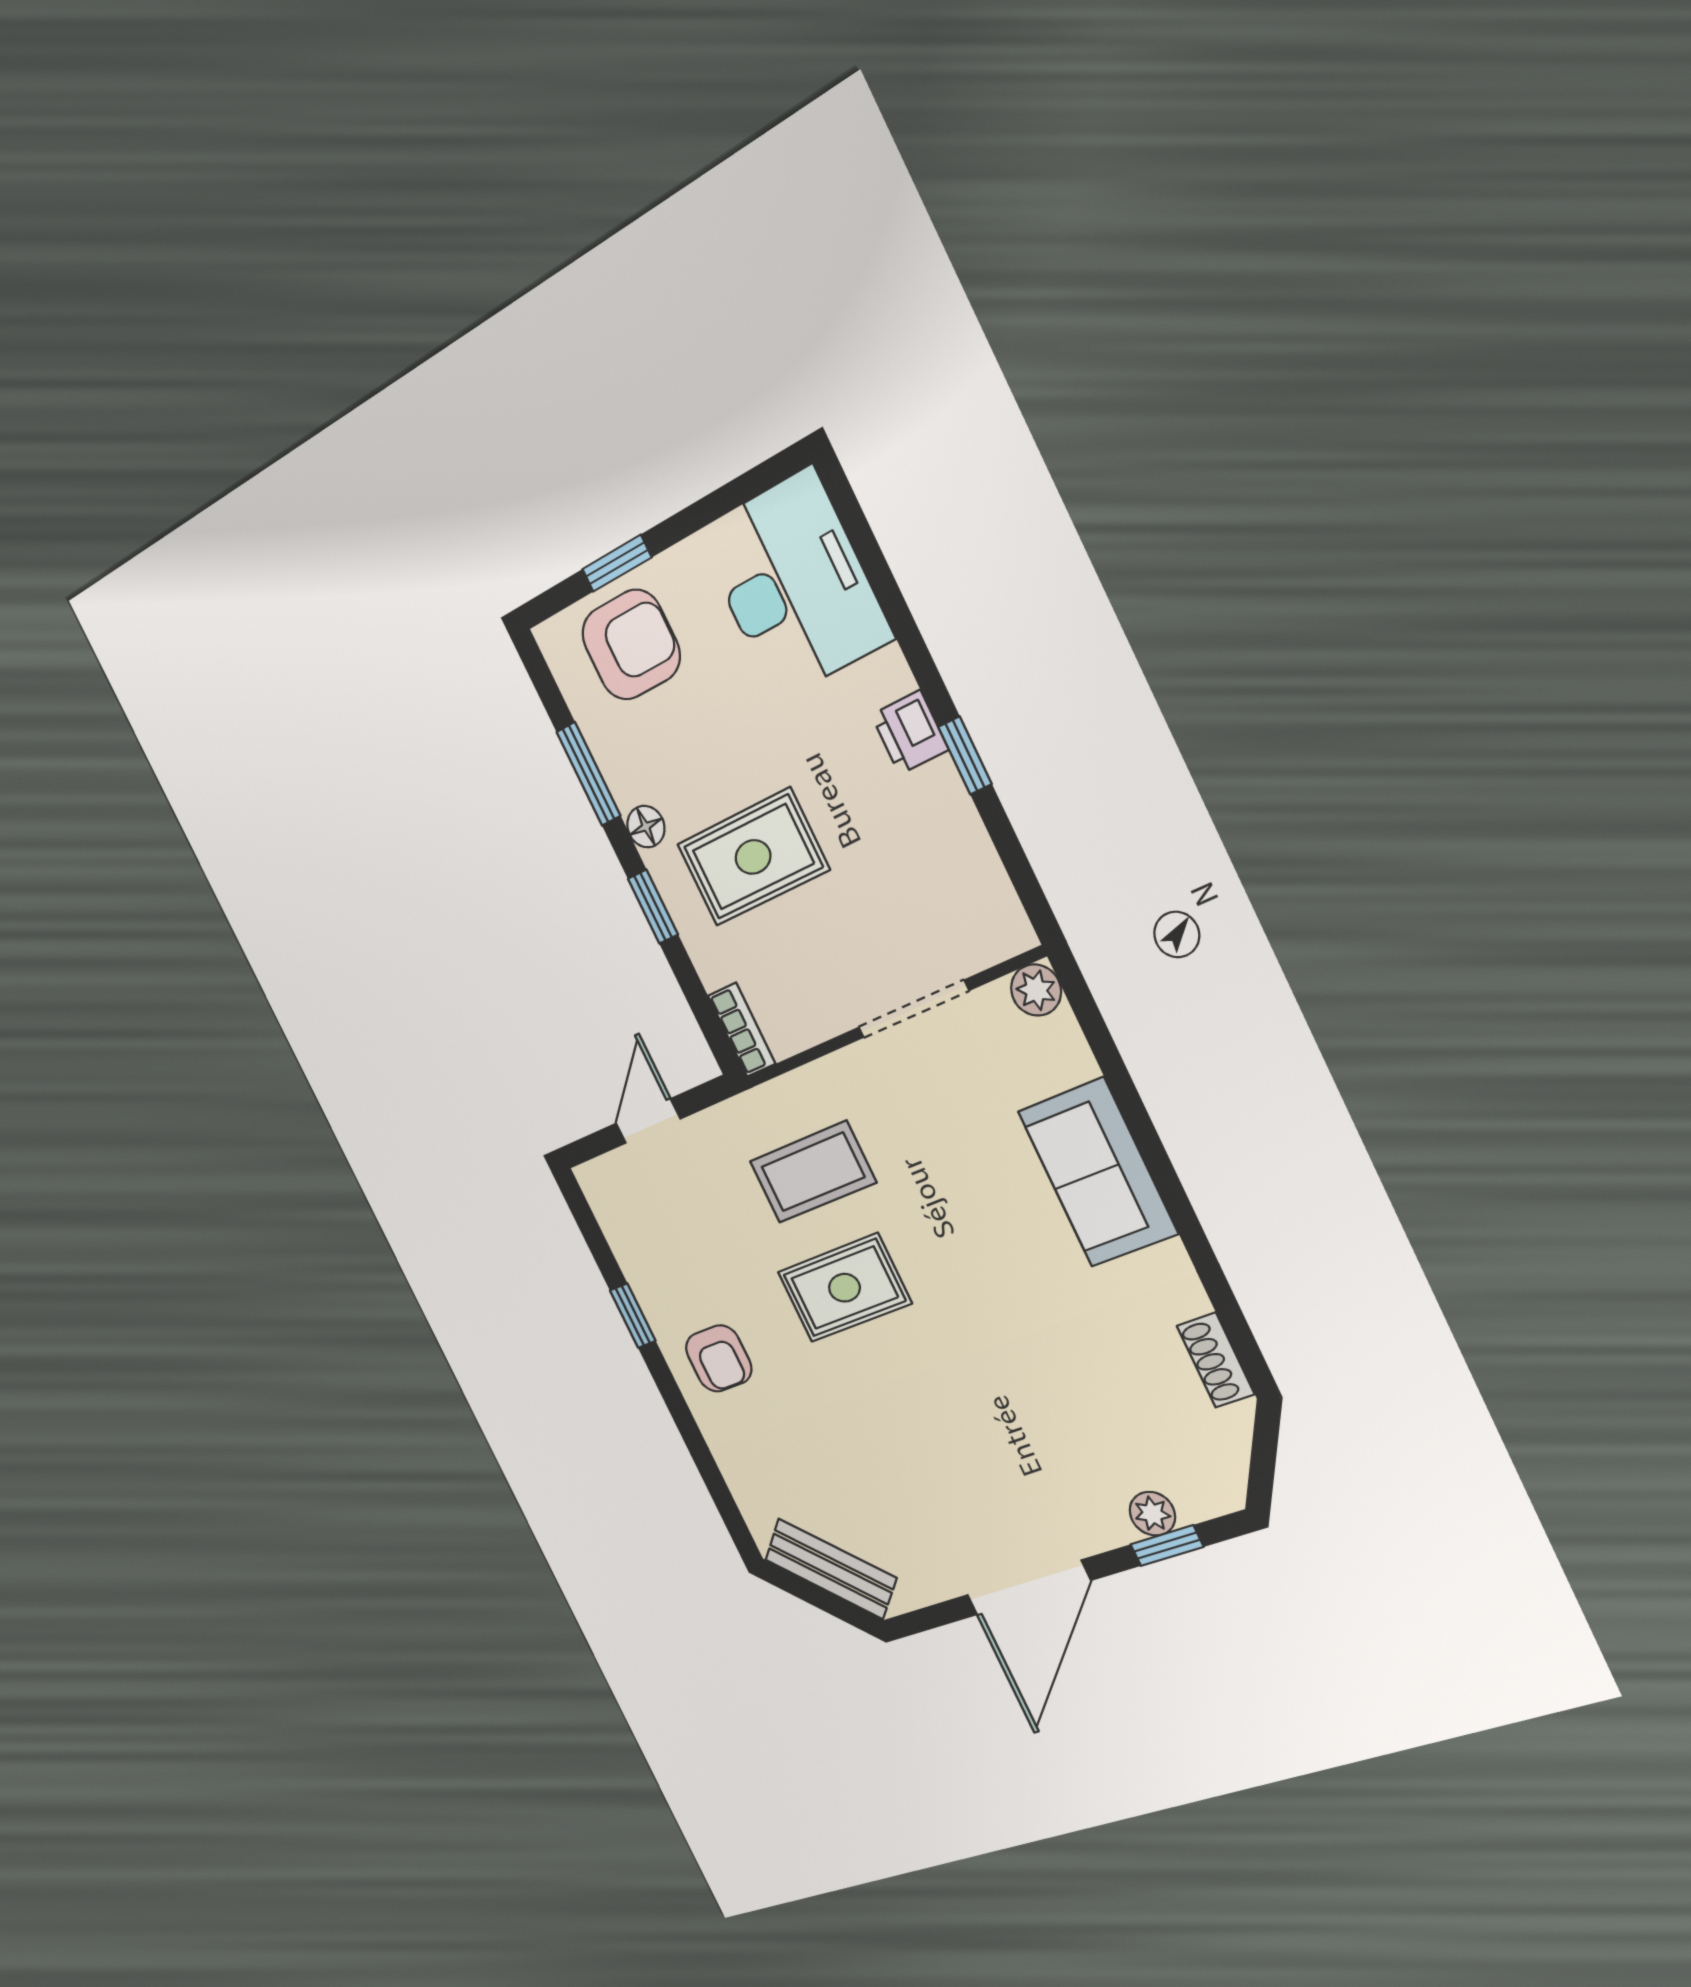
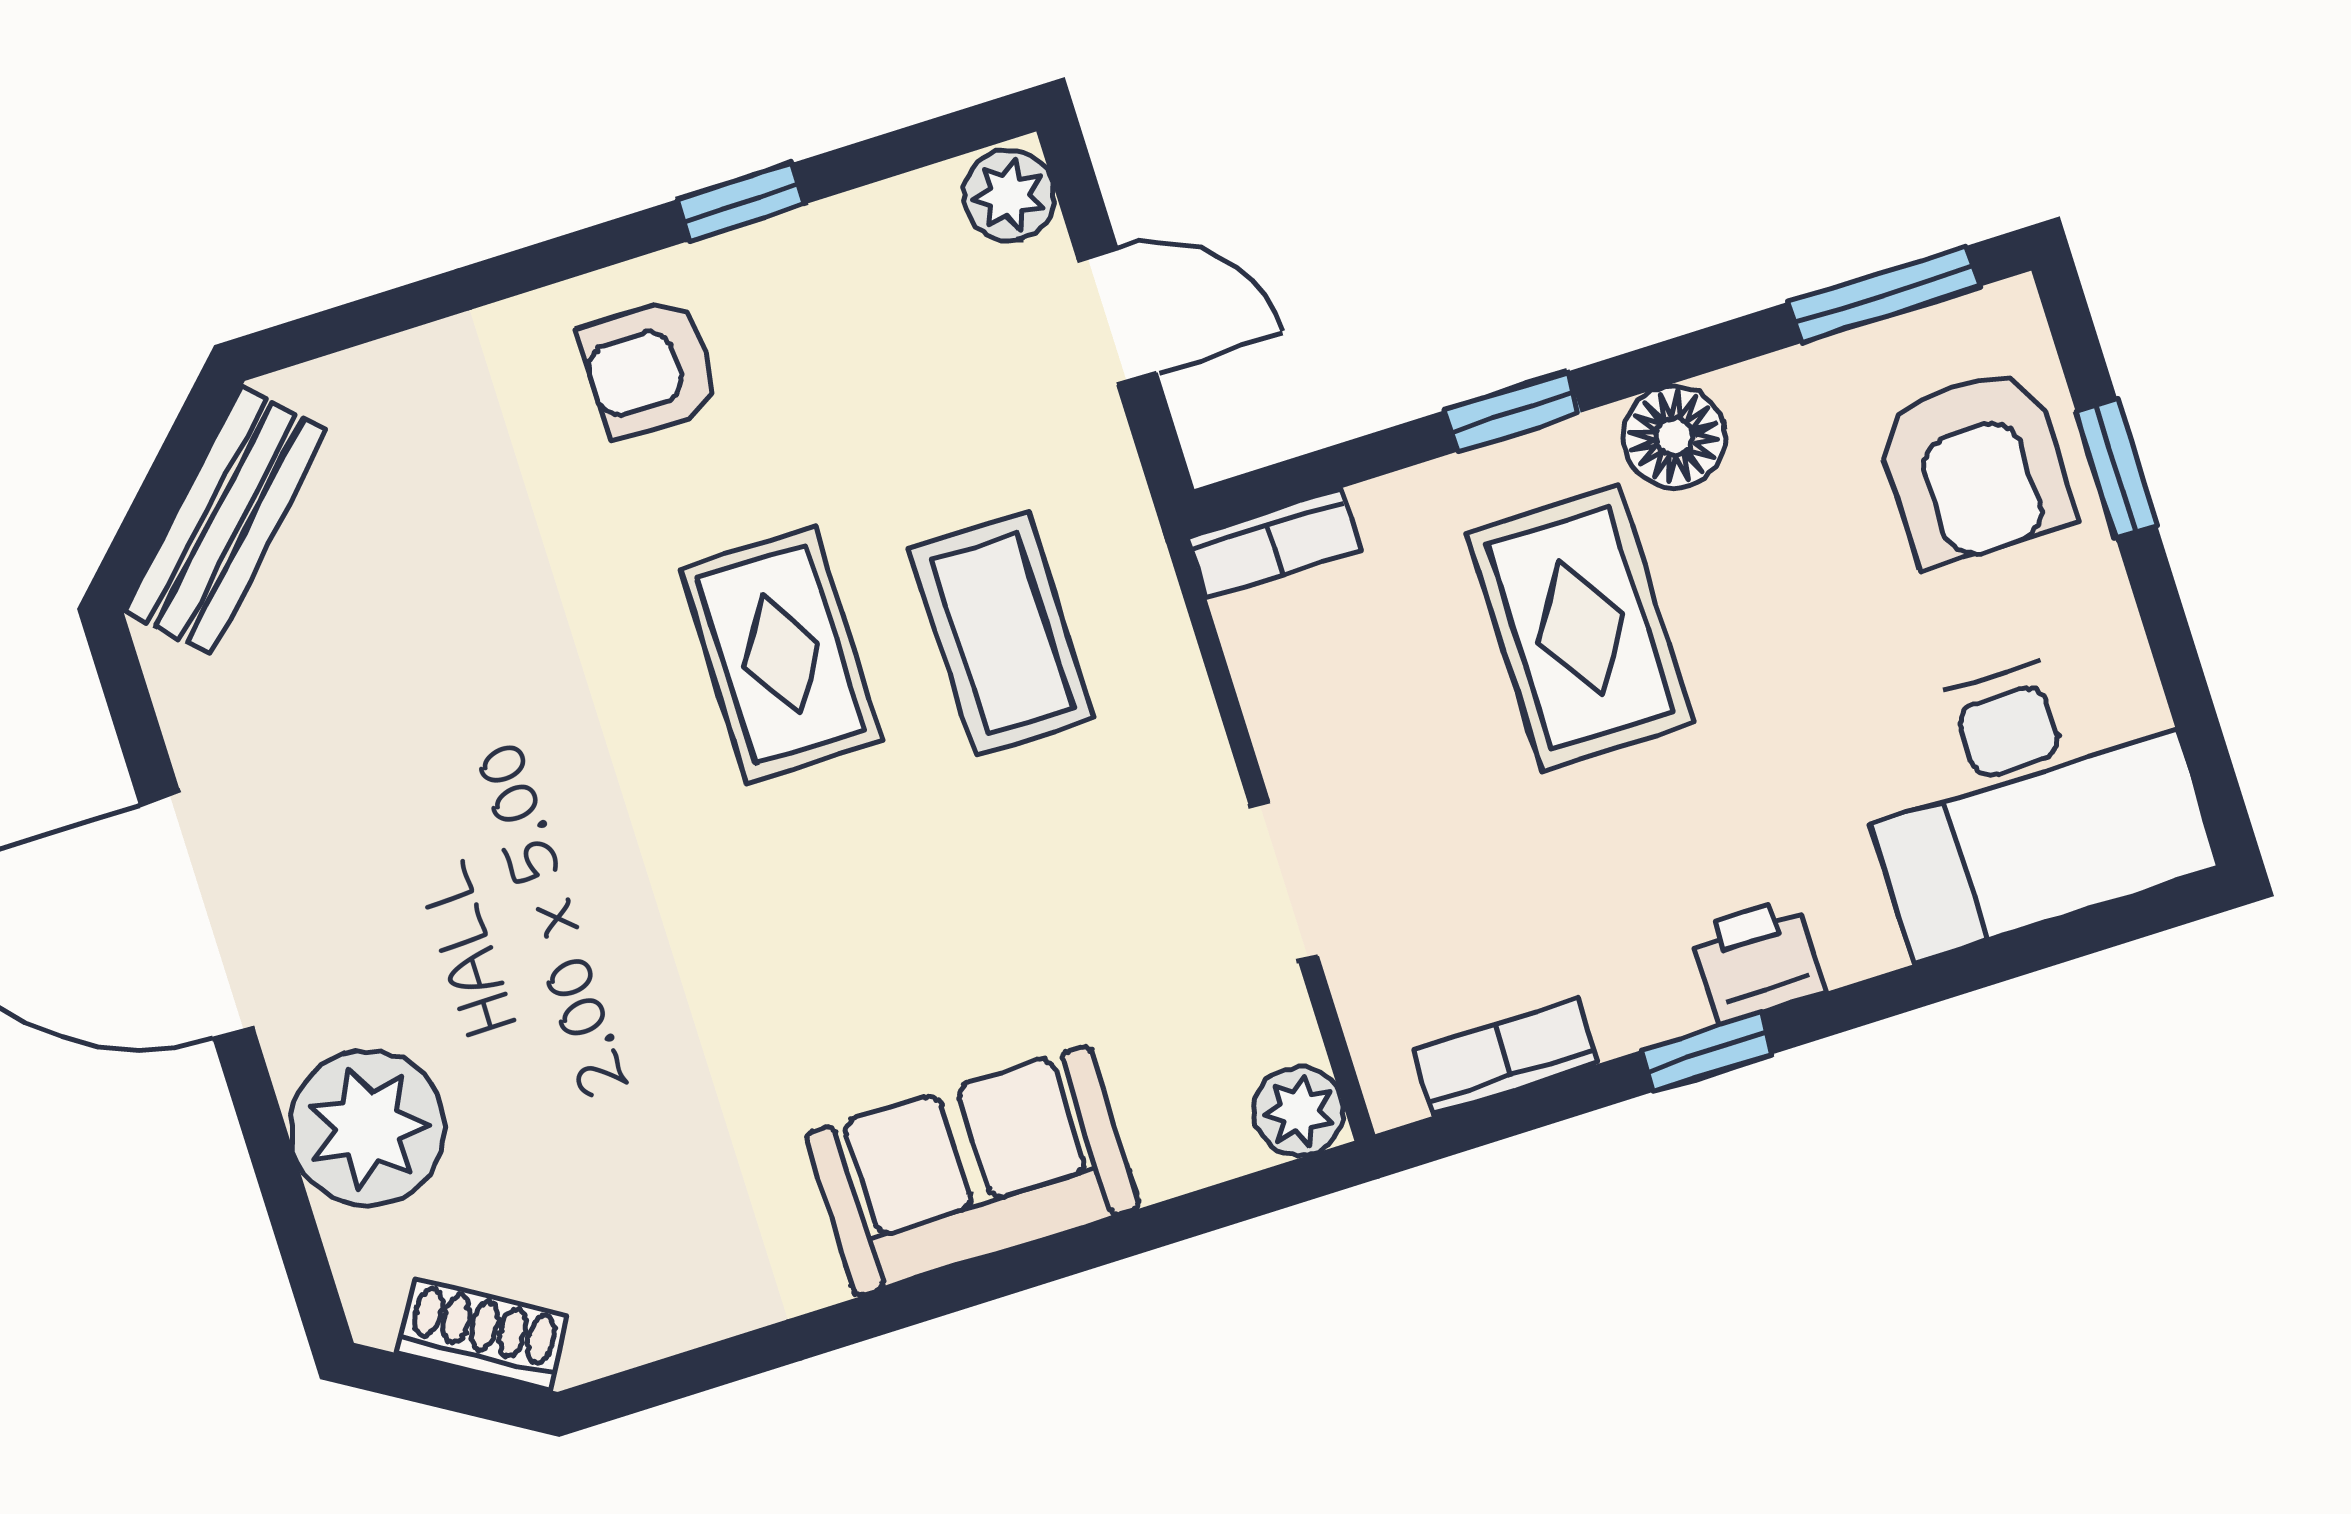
window: (589, 774) -> (1884, 294), moved
floor lamp: (646, 827) -> (1674, 437), width x1.37, depth x1.37
bookcase: (987, 874) -> (1505, 1057), added
doorway: (913, 1009) -> (1284, 882), width x0.73
plant: (603, 1180) -> (1009, 195), added
shoe rack: (1216, 1360) -> (482, 1335), moved, turned 31
plant: (1152, 1514) -> (367, 1128), width x1.88, depth x1.88
window: (1167, 1546) -> (283, 1191), removed

